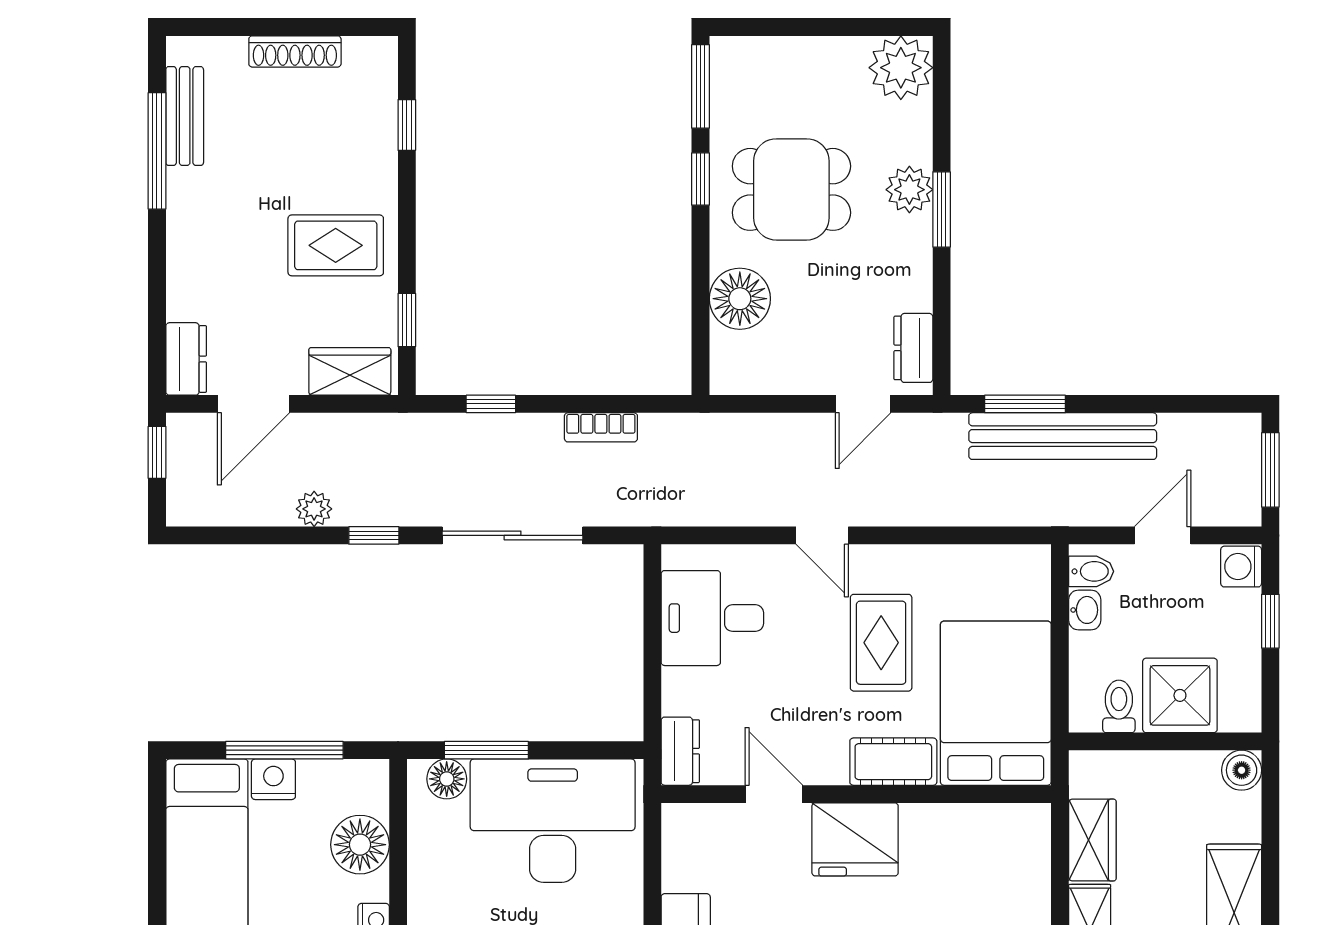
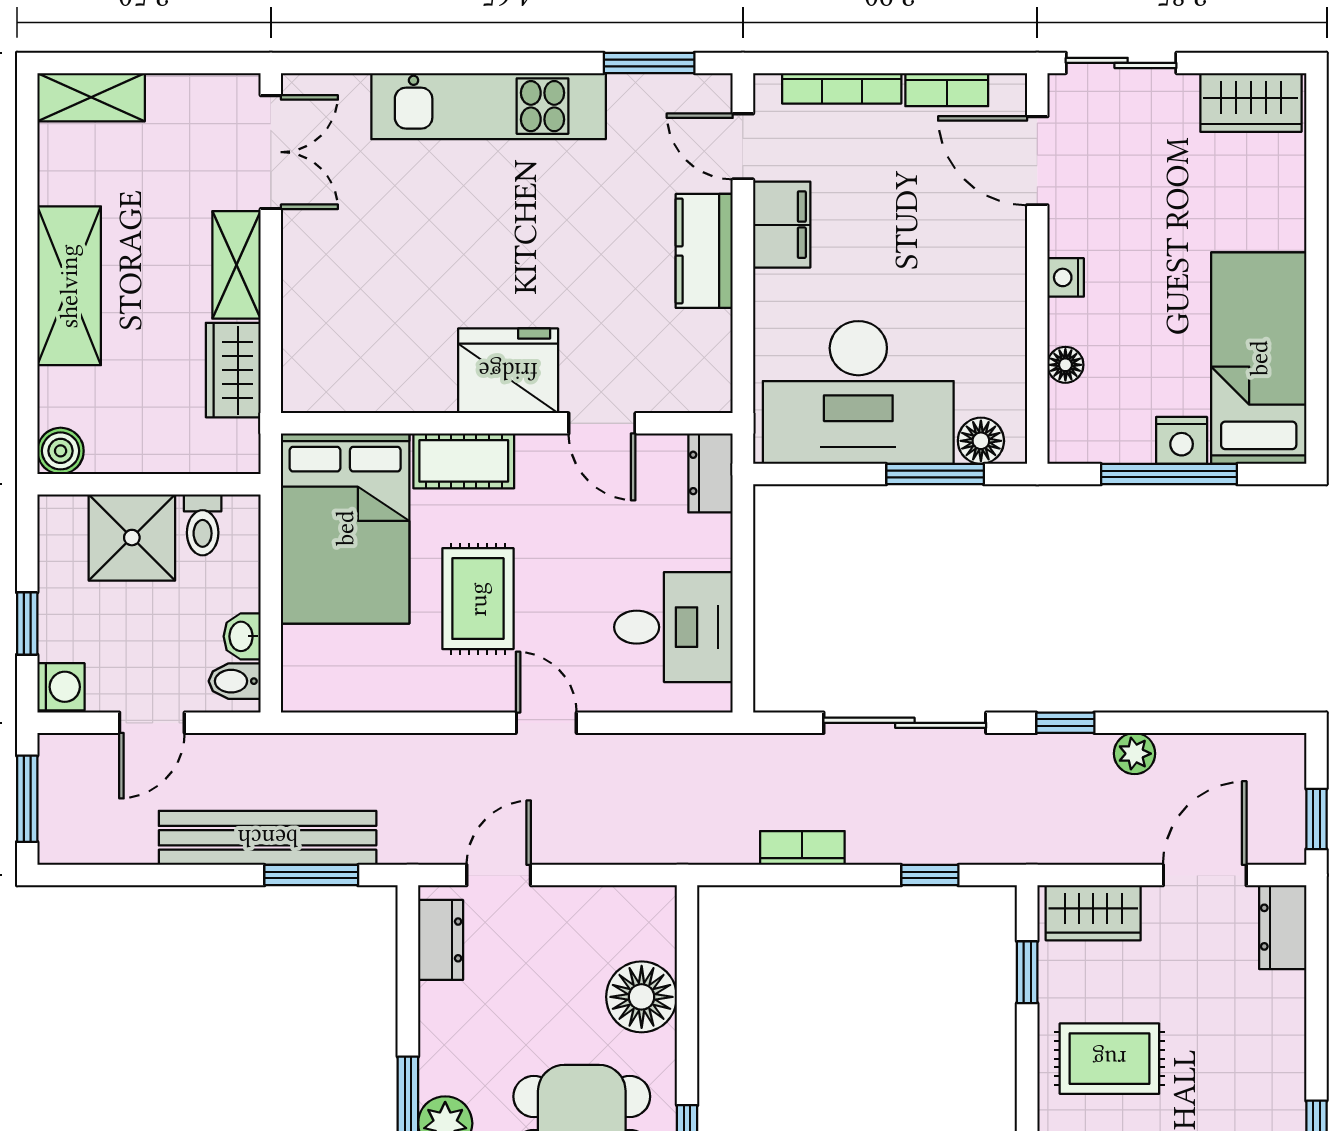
floor lamp: (360, 845) -> (1065, 365), width x0.53, depth x0.53

